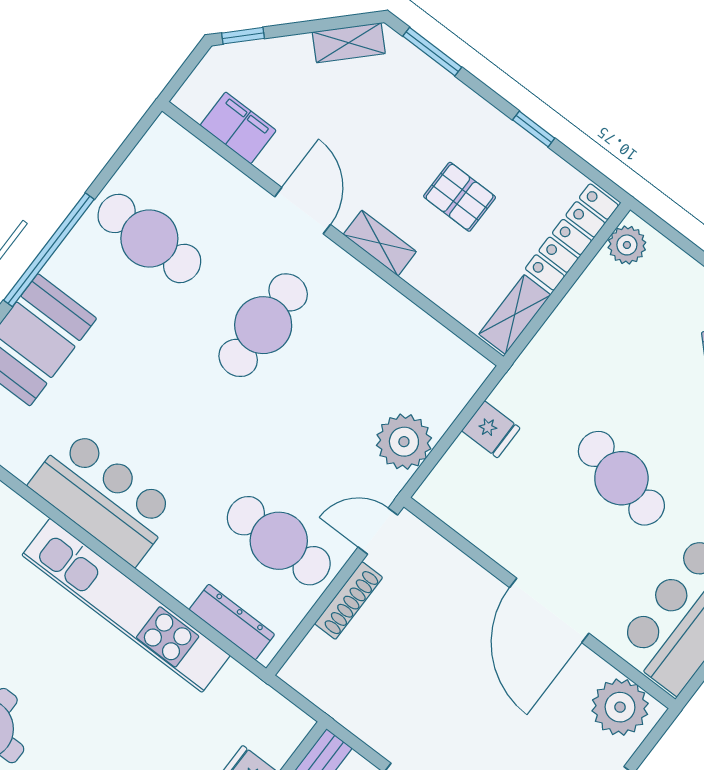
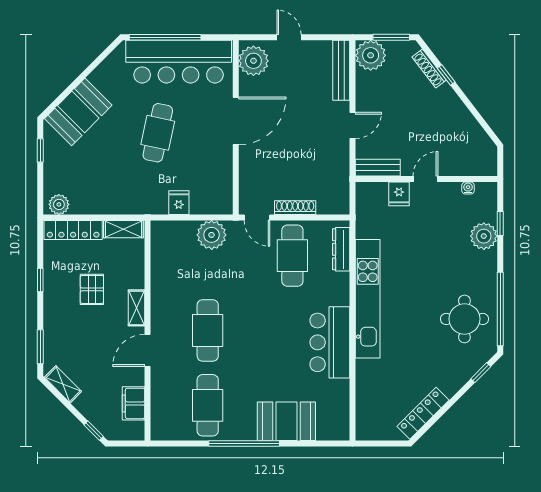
cafe table: (263, 325) -> (208, 330), turned 90

